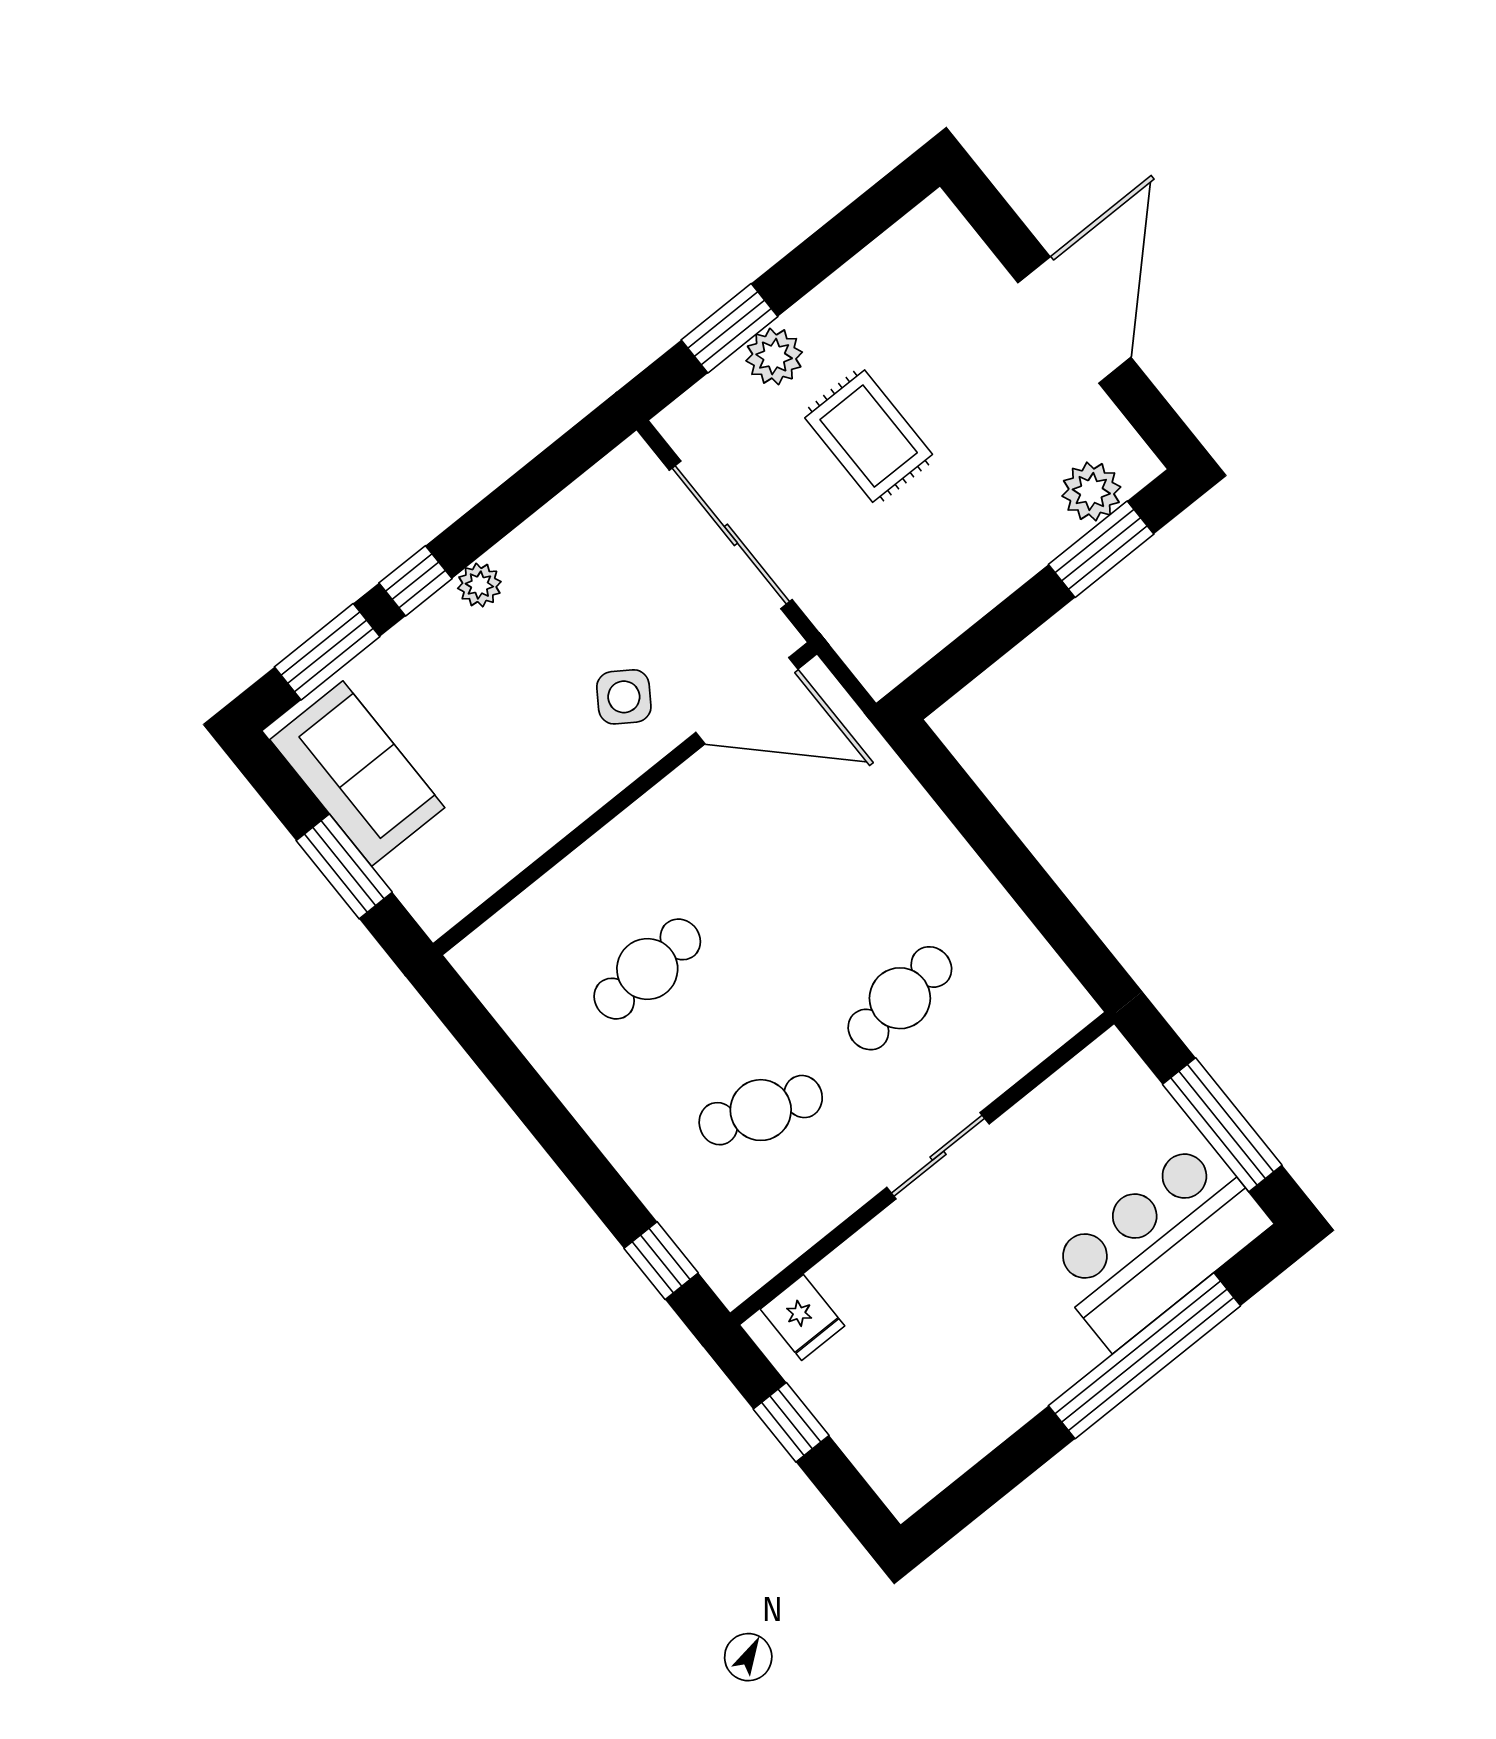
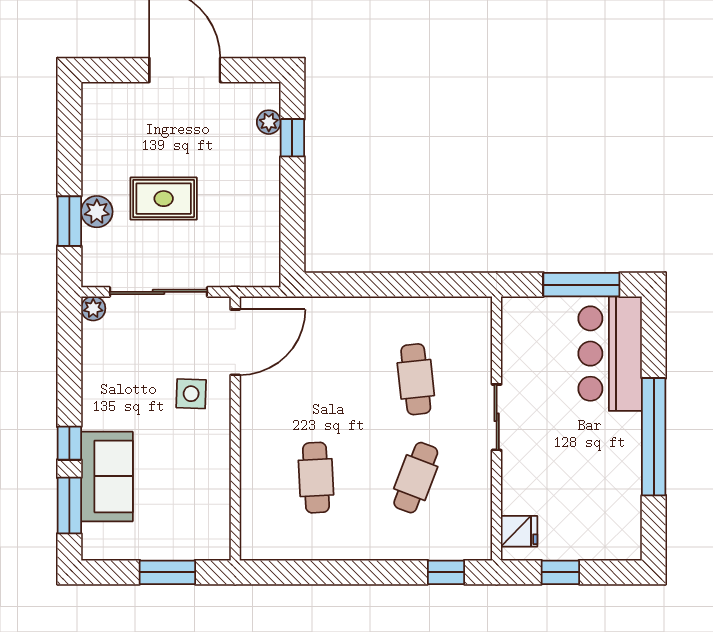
plant: (1091, 492) -> (269, 122), width x0.73, depth x0.73
window: (1101, 549) -> (292, 138), width x0.67
plant: (479, 585) -> (93, 308), moved
side table: (624, 697) -> (191, 394), turned -32
sofa: (357, 774) -> (107, 476), moved, turned 90
window: (1144, 1356) -> (654, 437), moved

